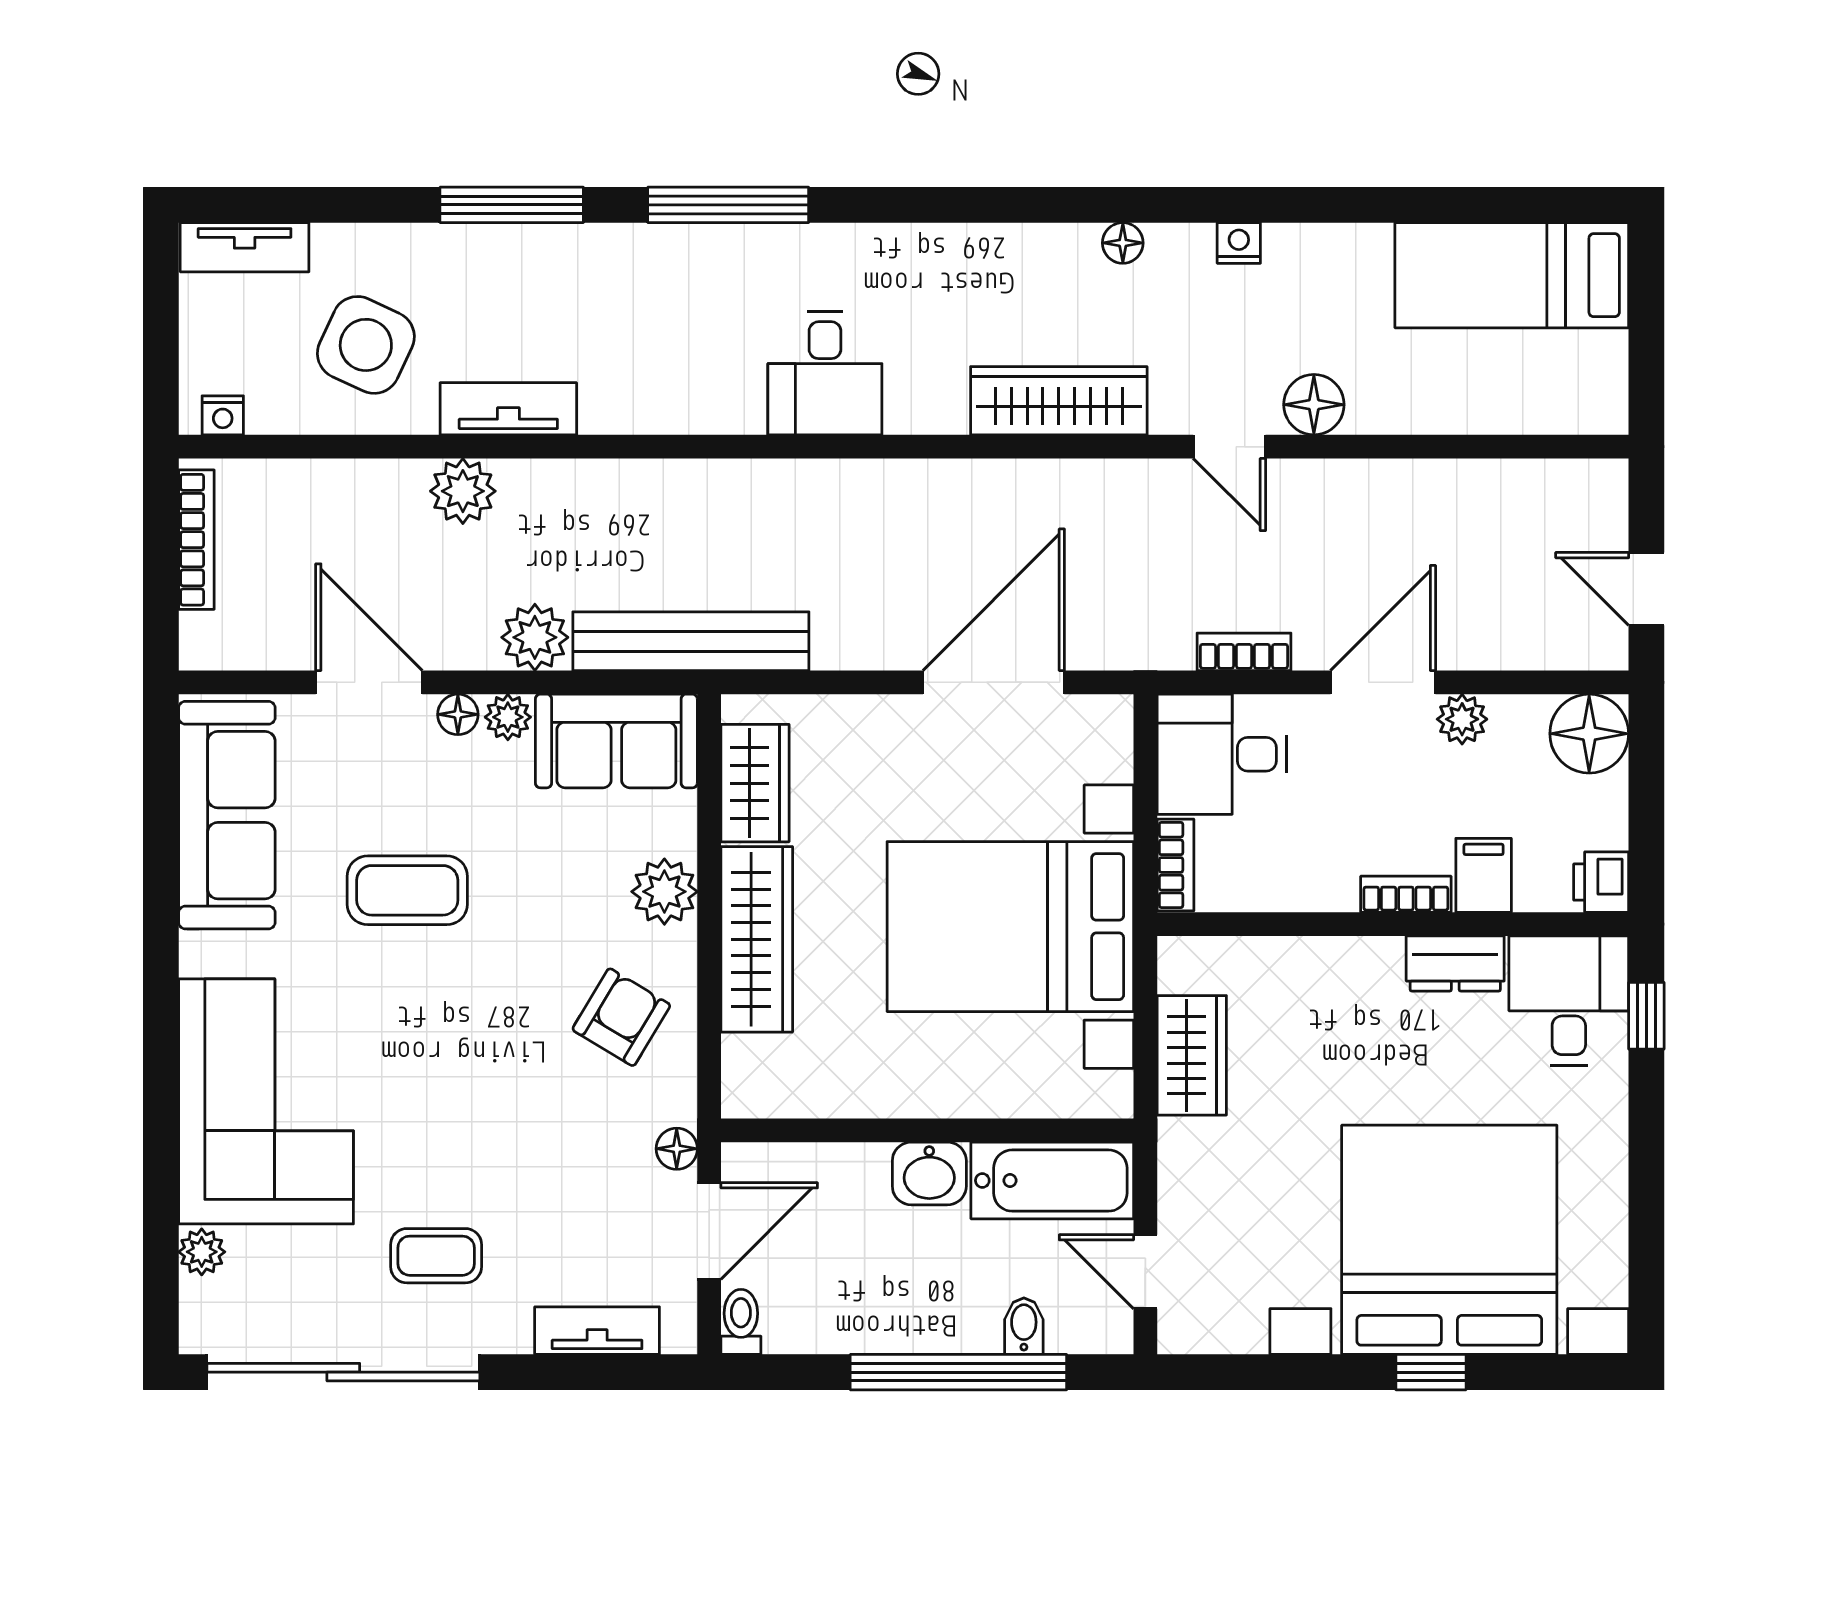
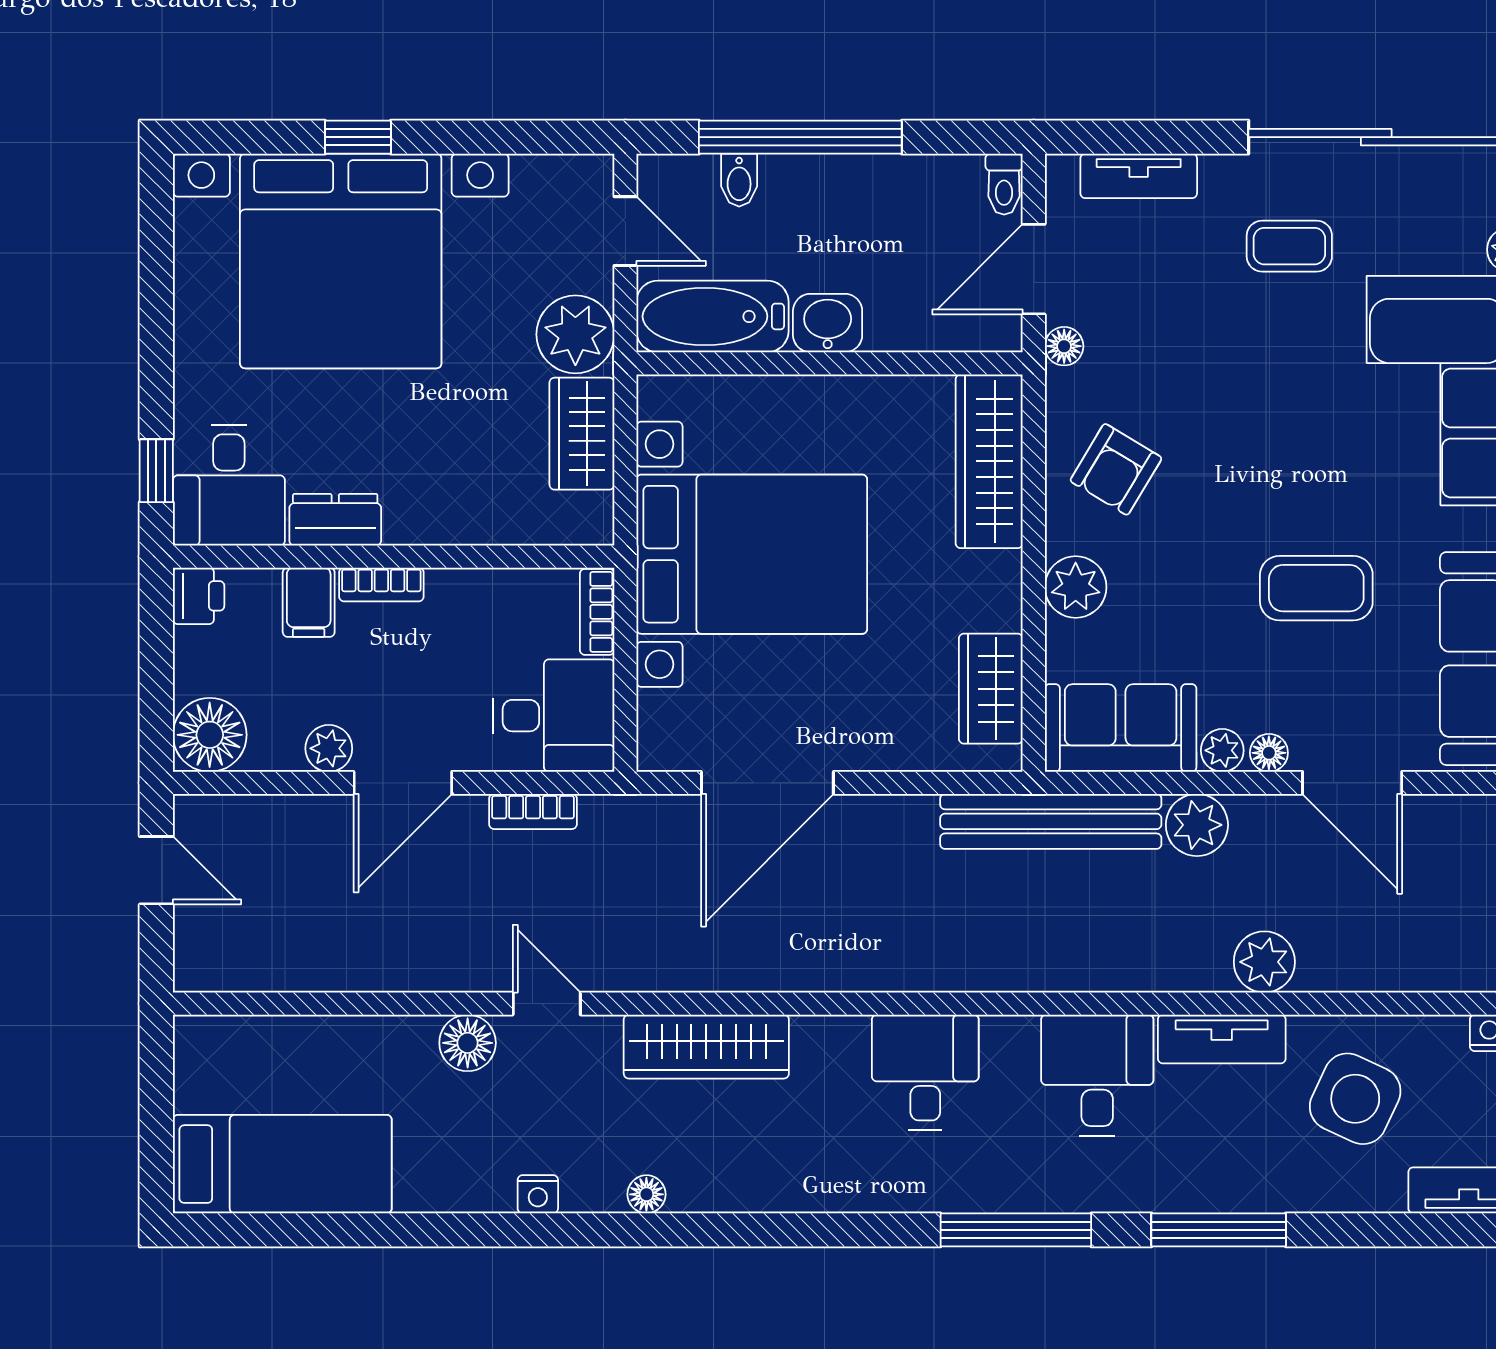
desk: (641, 370) -> (1097, 1075), added
wardrobe: (757, 939) -> (989, 461), moved
plant: (1199, 1161) -> (575, 334), added

